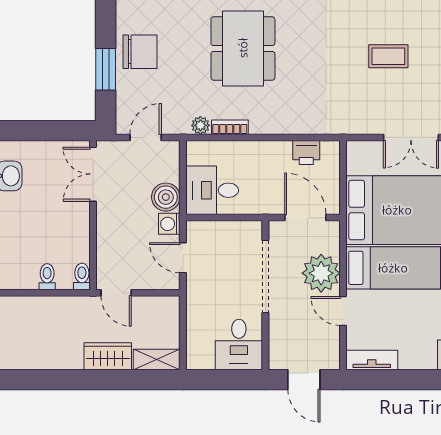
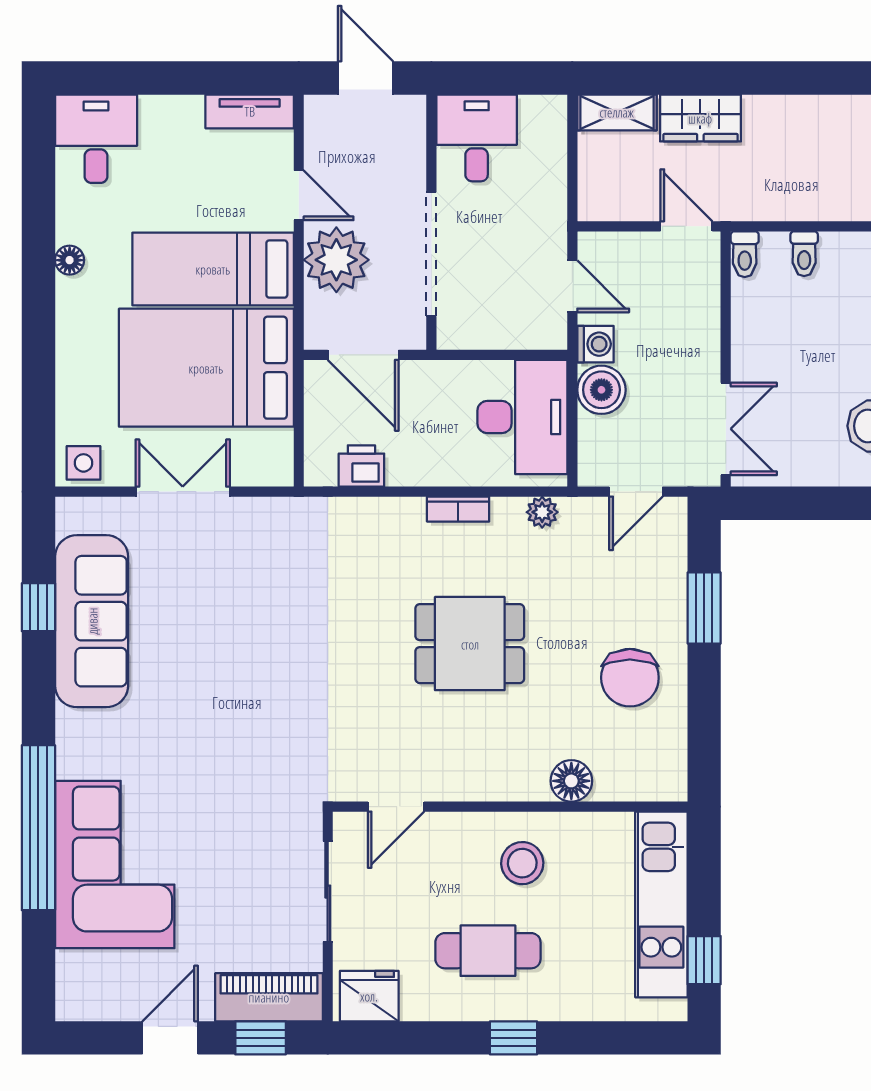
dining table: (243, 48) -> (470, 644), width x0.73
chair: (140, 52) -> (630, 678), moved, turned -90
coffee table: (388, 56) -> (221, 630), removed
bookcase: (230, 127) -> (458, 509), moved
desk: (212, 190) -> (522, 417), width x1.37

